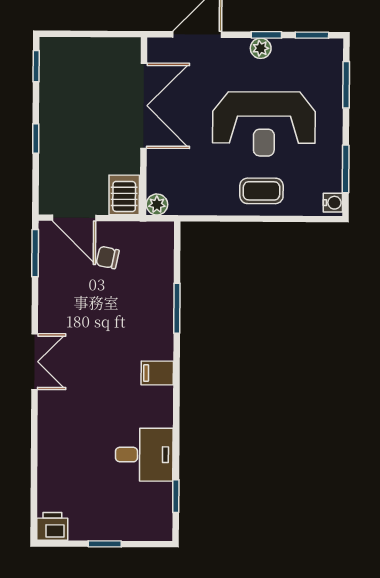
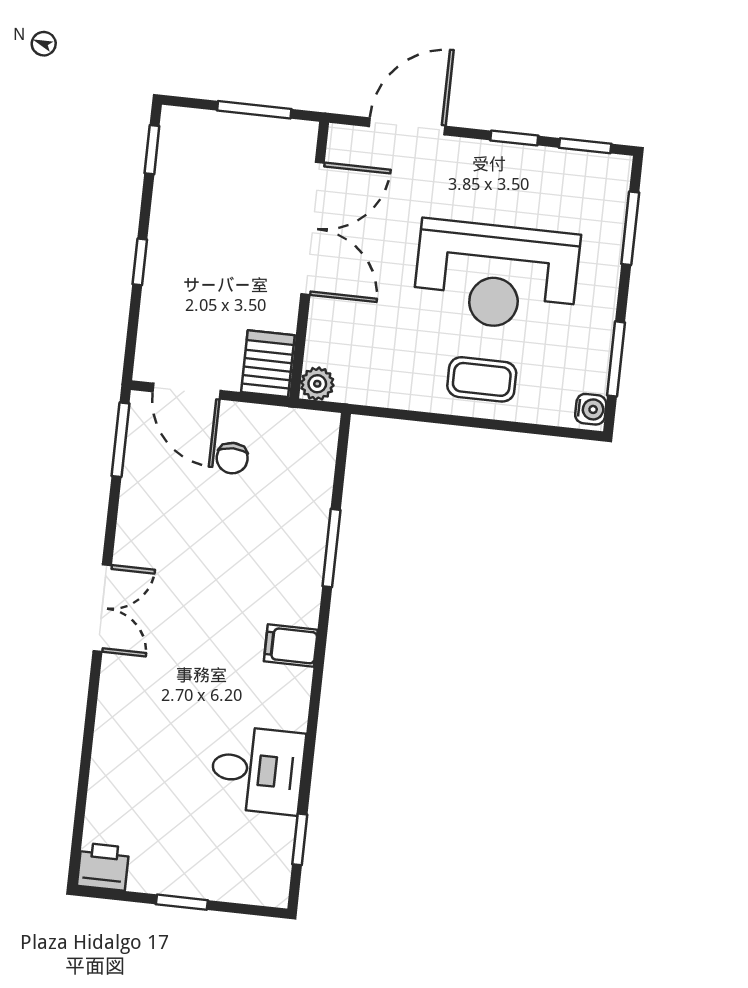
window: (99, 34) -> (254, 110), added
plant: (261, 48) -> (503, 158), removed
chair: (108, 257) -> (232, 458), turned -102

